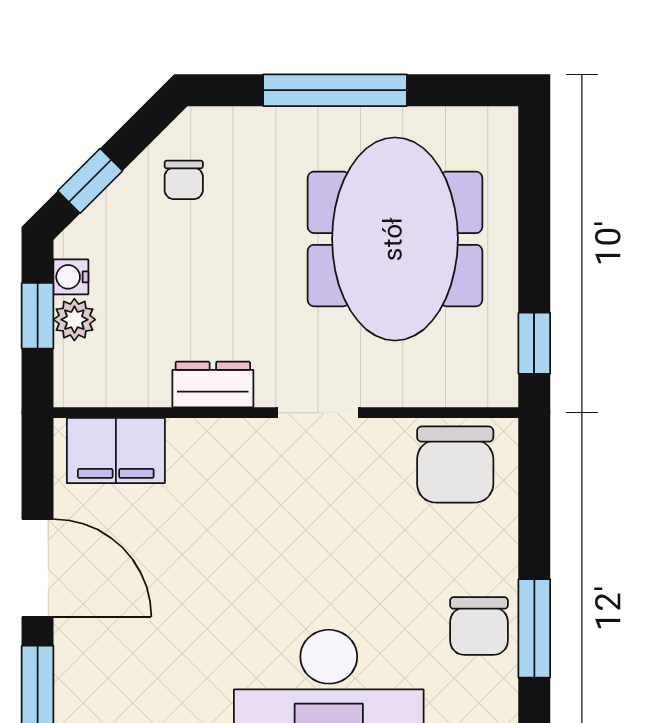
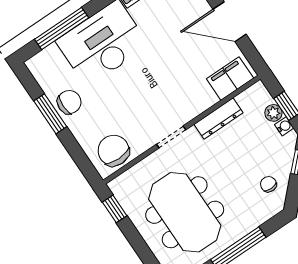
dresser: (213, 384) -> (218, 119), width x1.44
chair: (479, 626) -> (69, 102), turned 90

